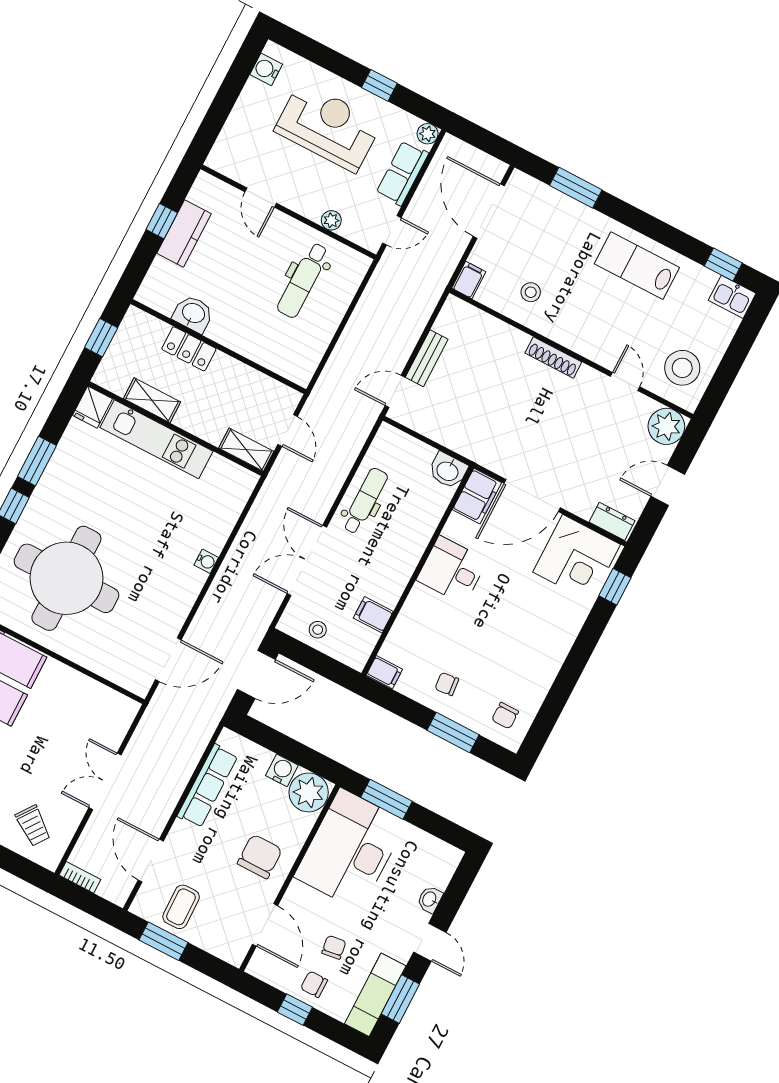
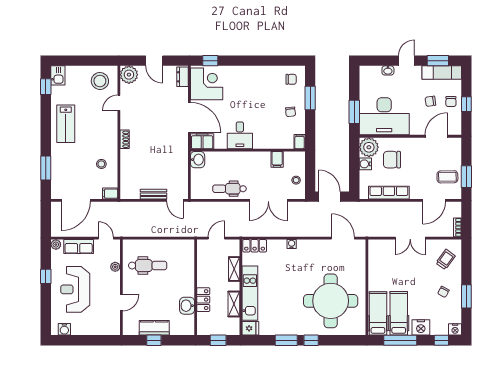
shoe rack: (553, 358) -> (125, 139), width x0.70
shelving: (246, 450) -> (234, 269), moved
locker: (238, 493) -> (255, 246), added
chair: (260, 856) -> (392, 160), moved

